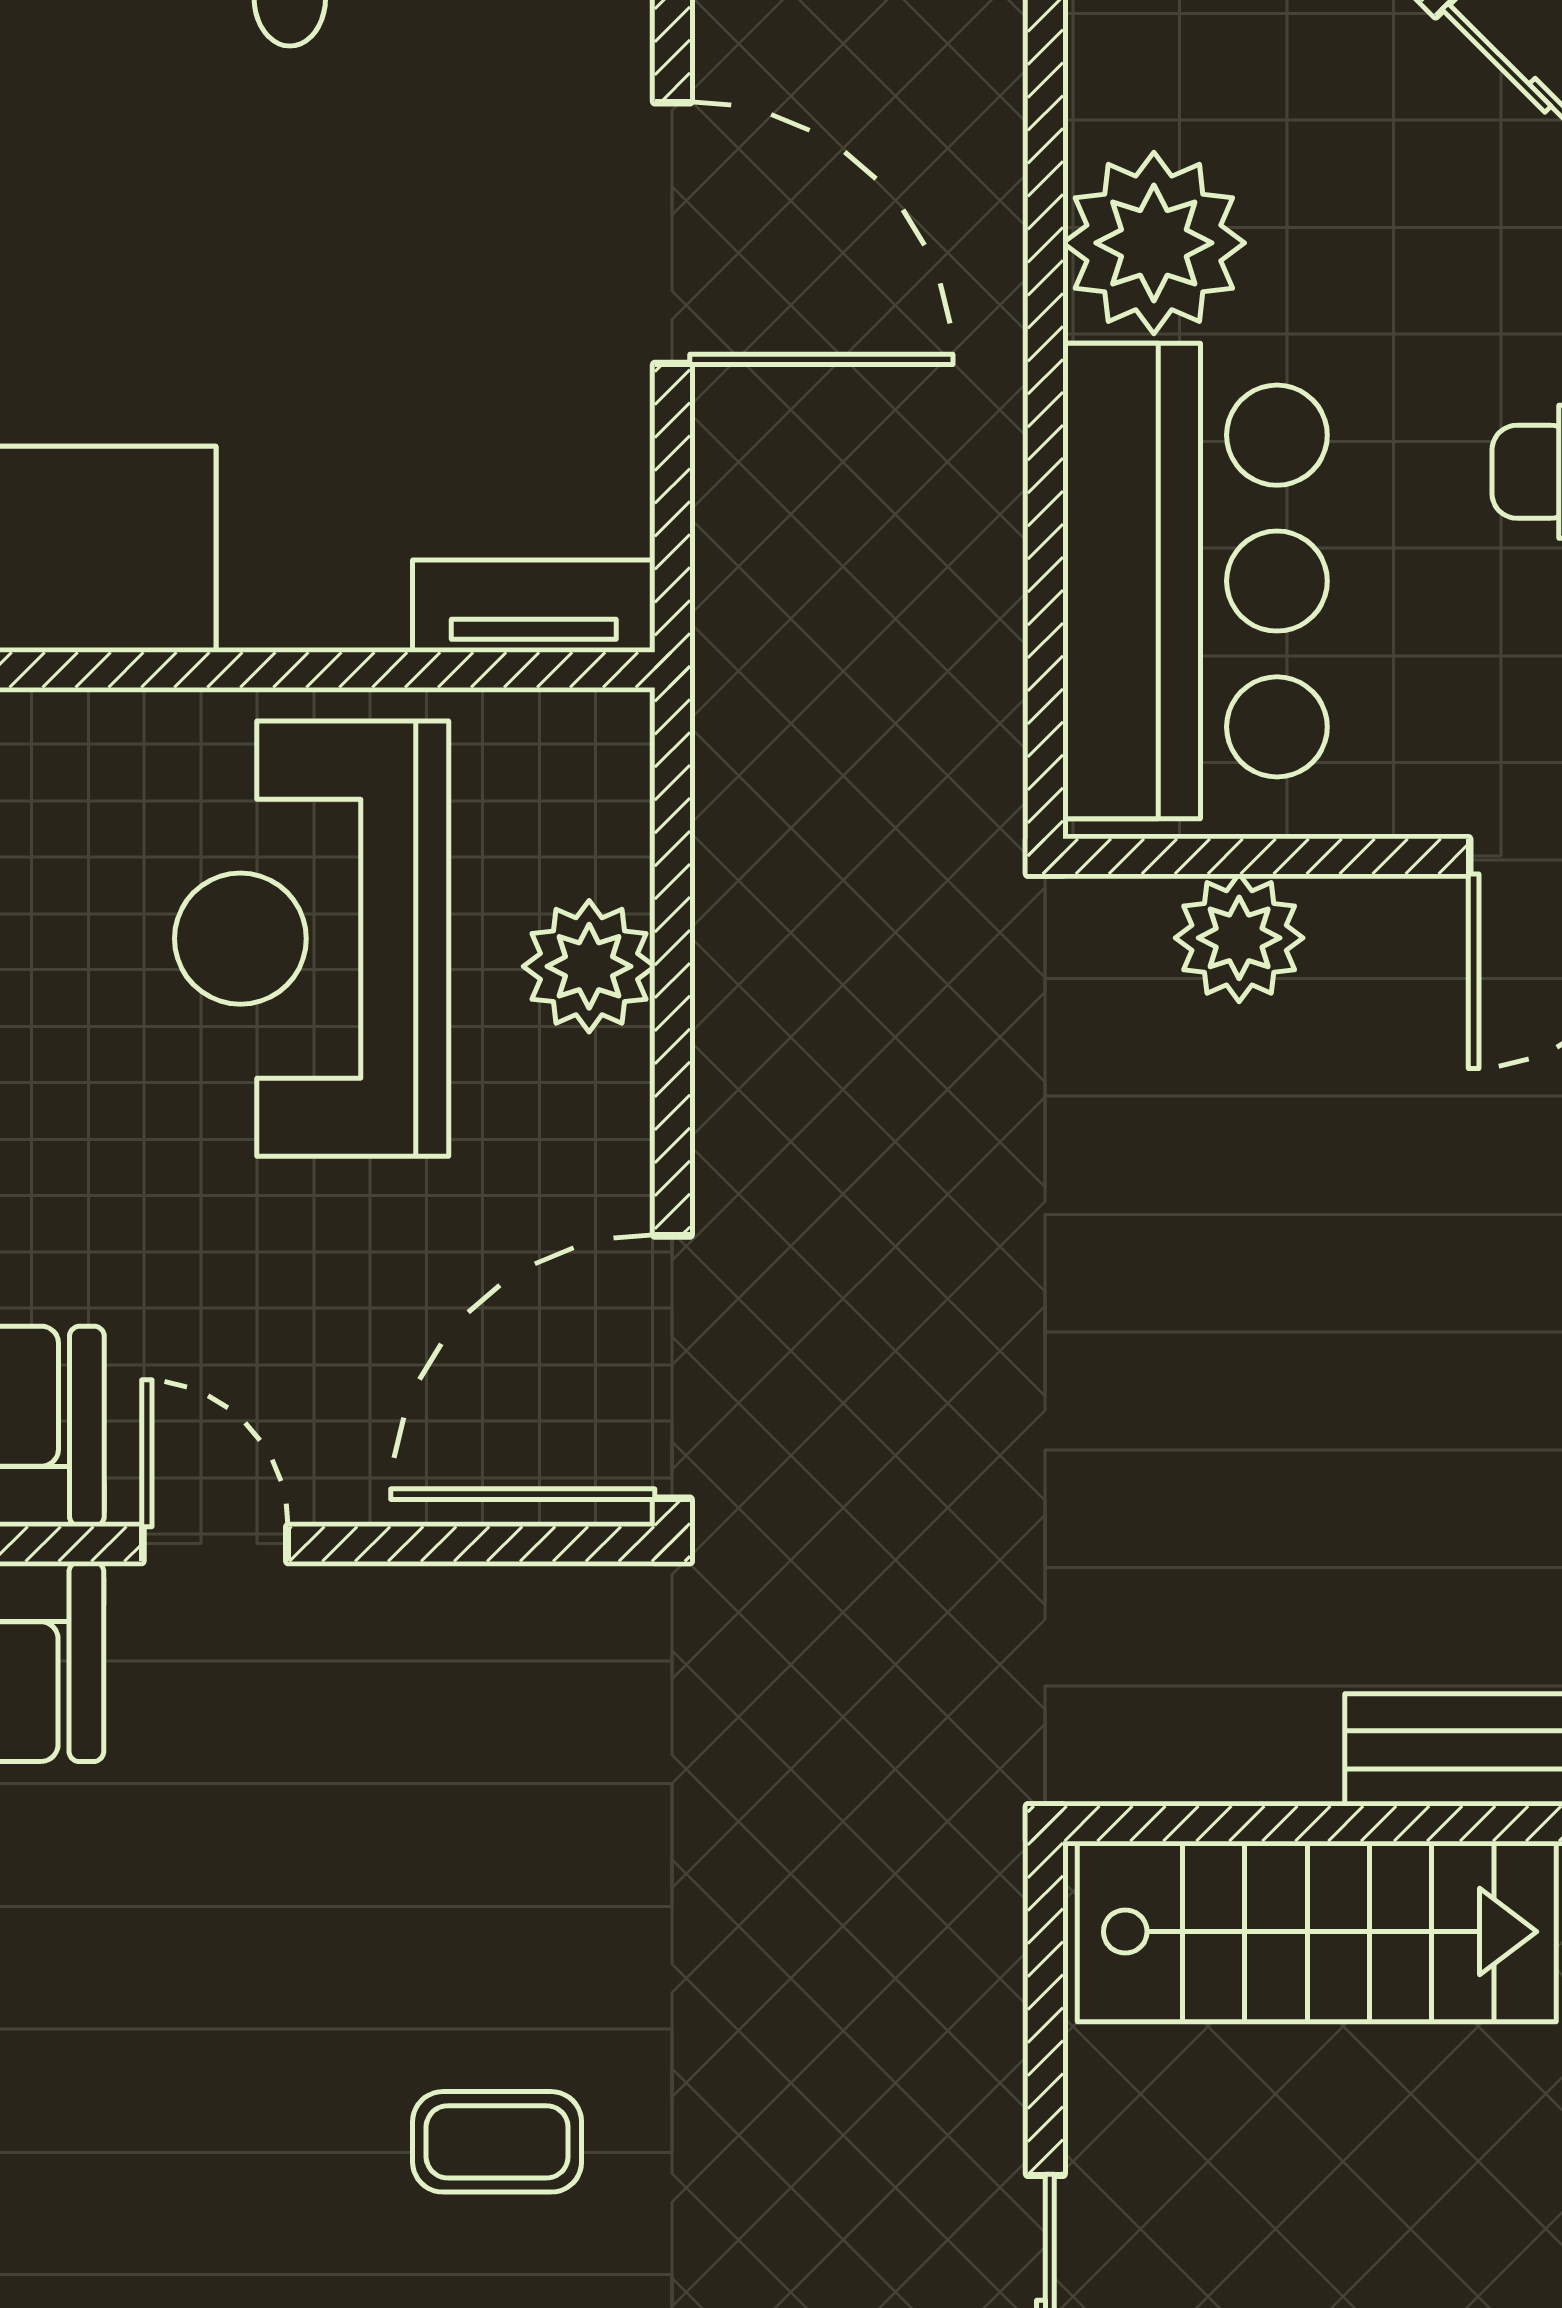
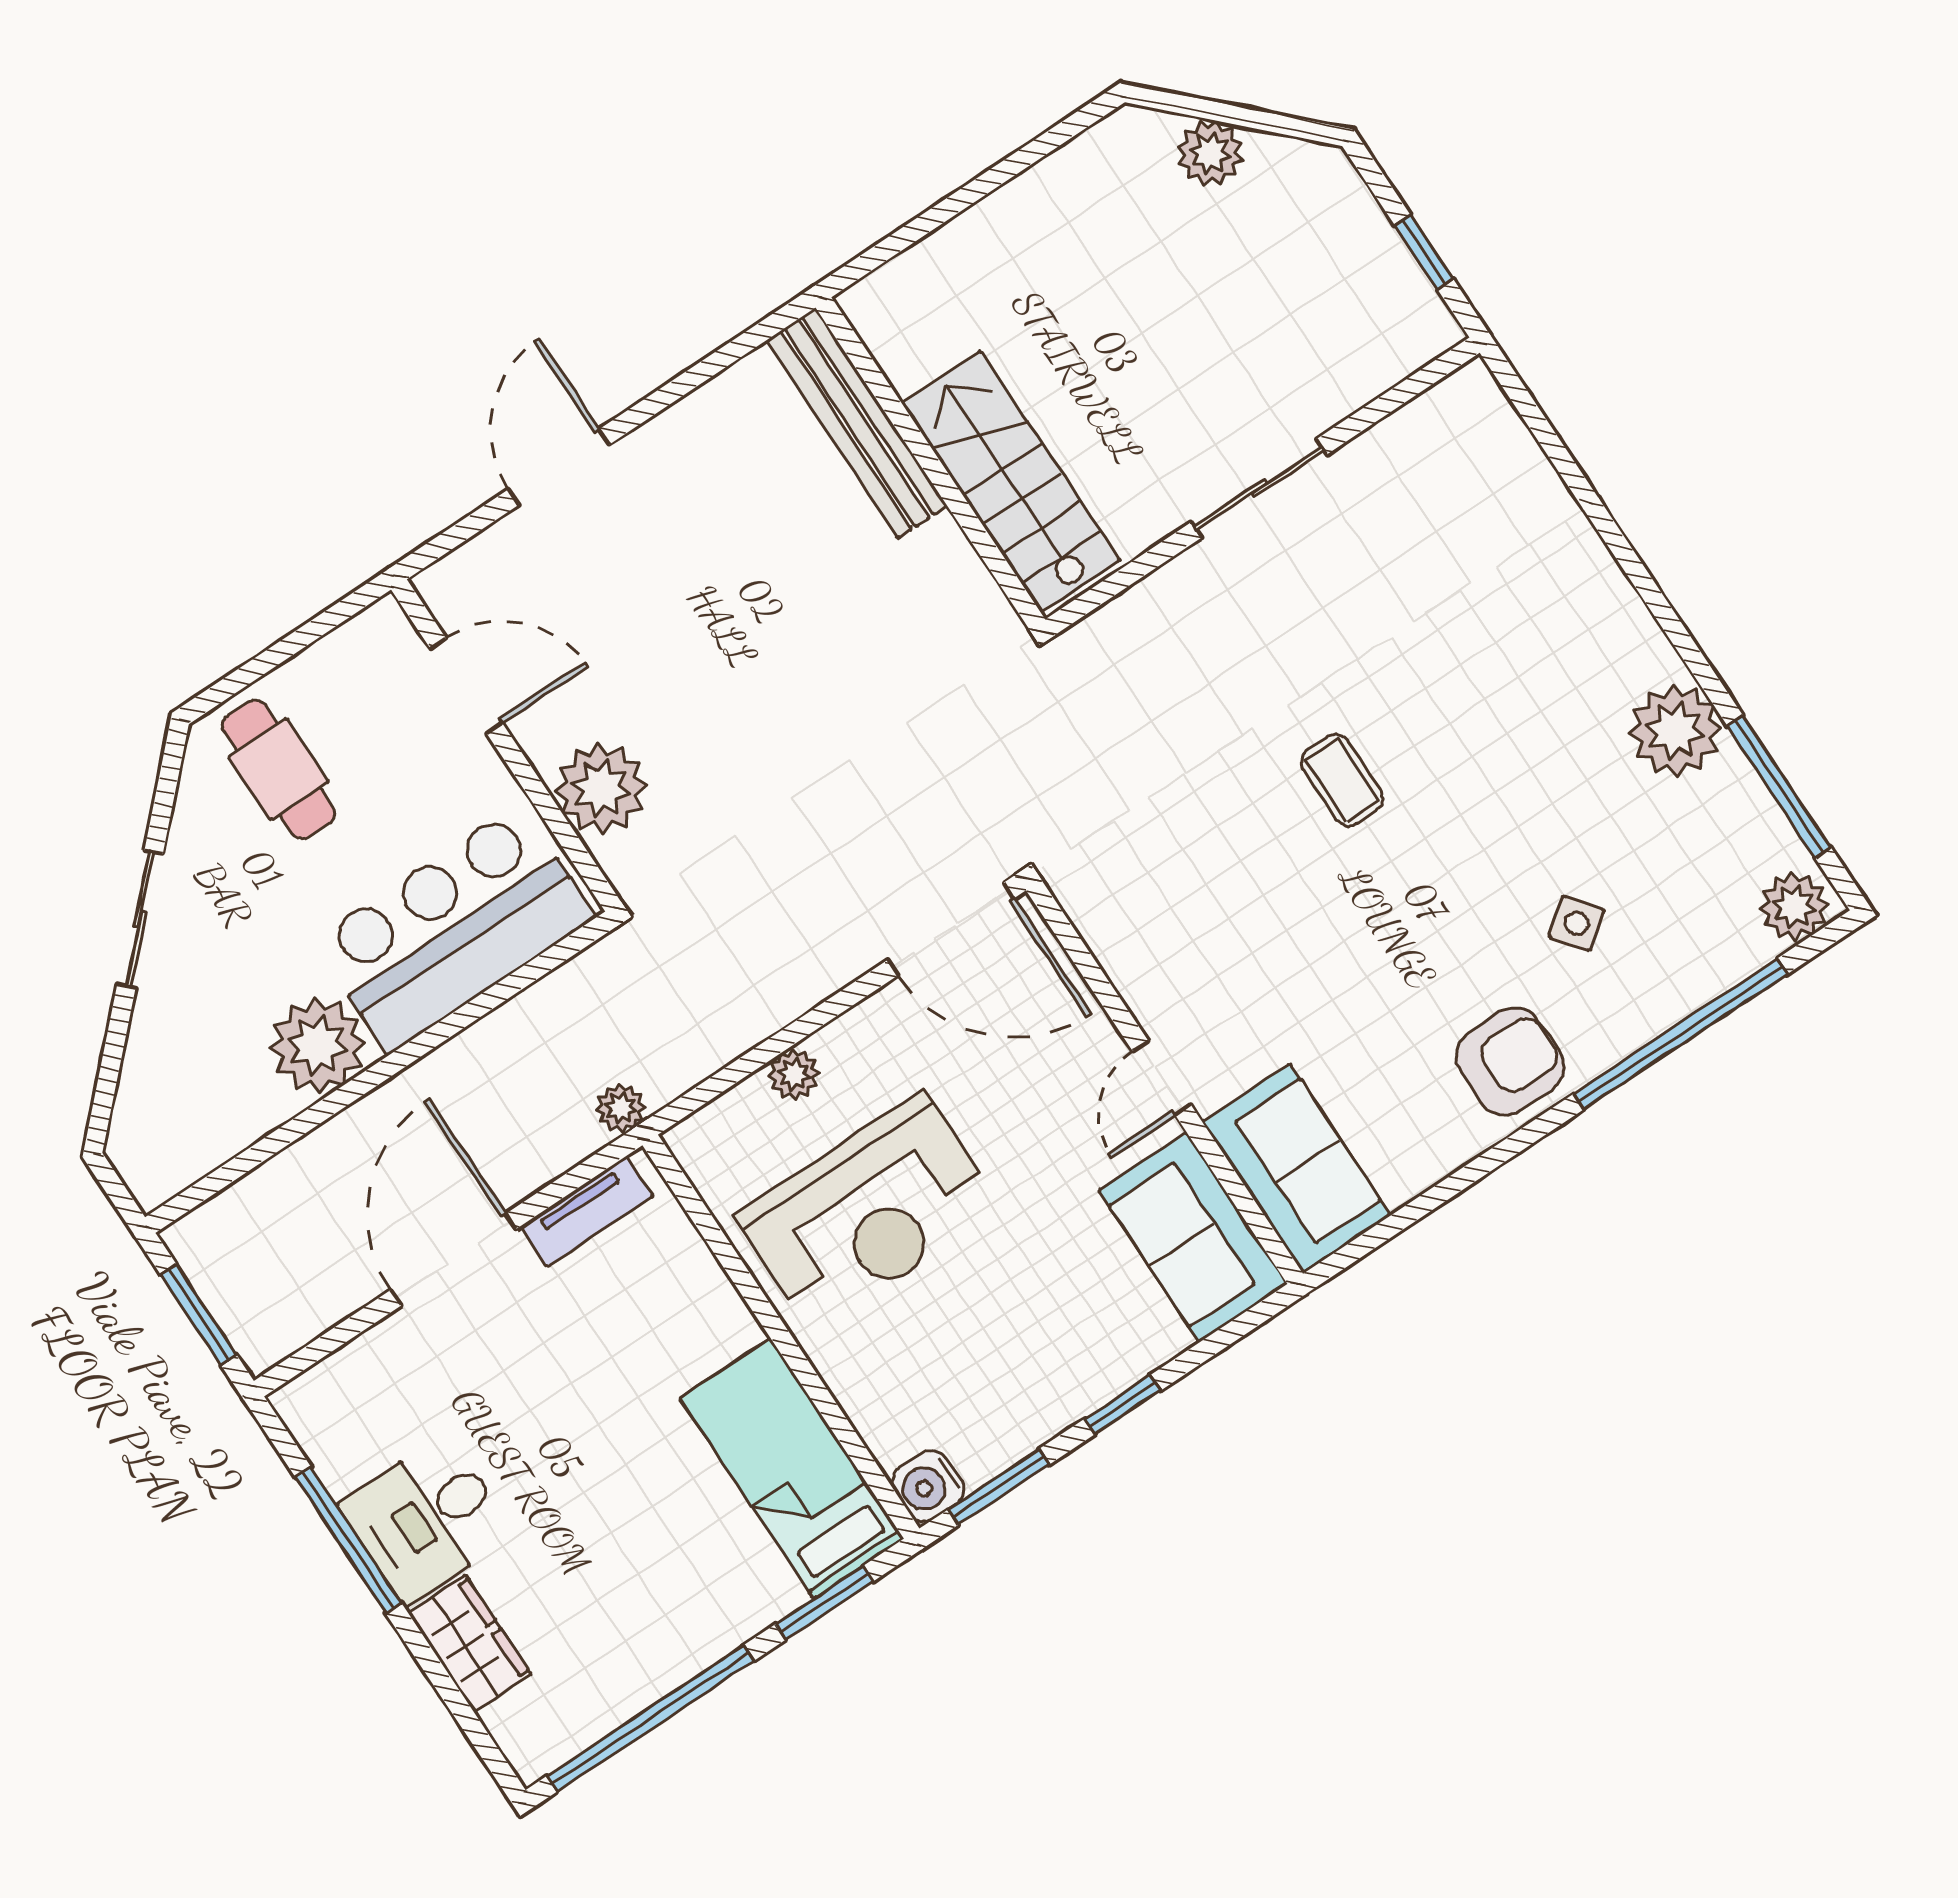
tv unit: (534, 606) -> (587, 1211), moved, turned -90
plant: (736, 657) -> (621, 1108), added
plant: (1239, 938) -> (601, 788), width x1.36, depth x1.36
plant: (589, 966) -> (794, 1075), width x0.73, depth x0.73

